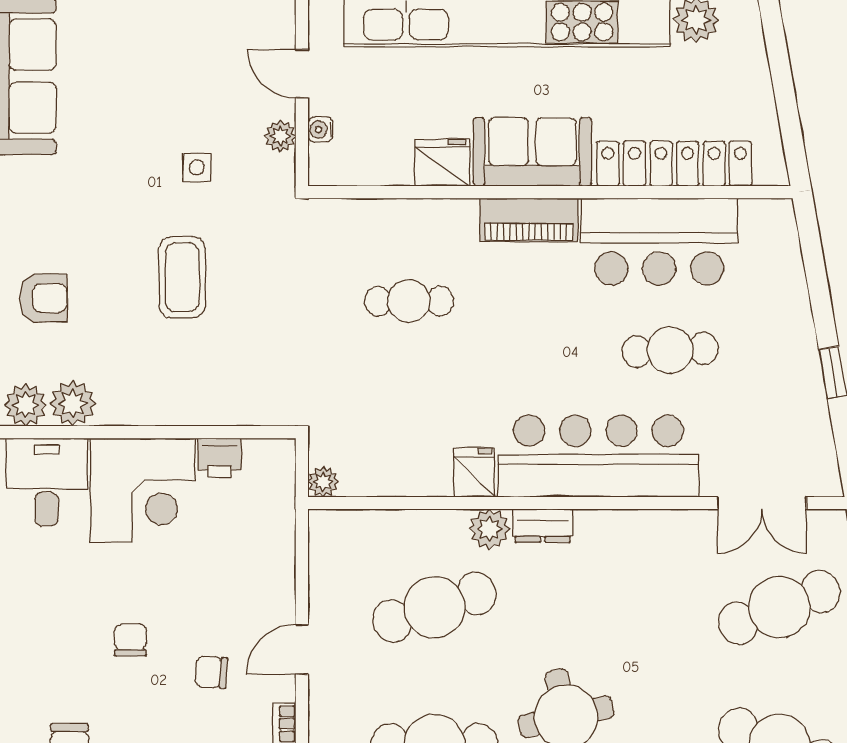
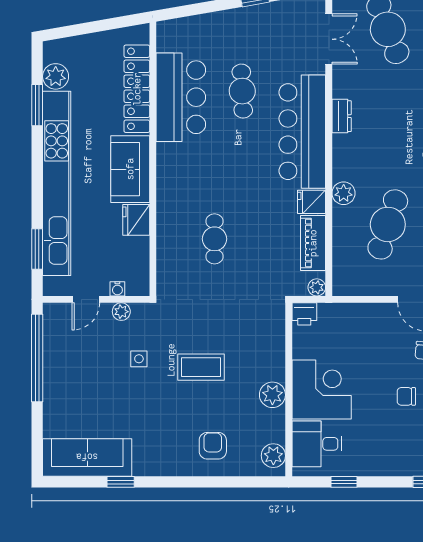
piano: (529, 220) -> (313, 243), moved, turned 180
plant: (73, 403) -> (272, 395), moved
printer: (220, 458) -> (304, 314), moved, turned 90
dresser: (543, 526) -> (342, 116), moved
cafe table: (434, 607) -> (388, 224), turned 36

